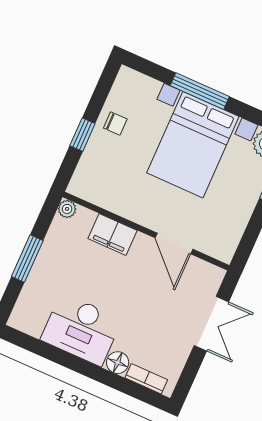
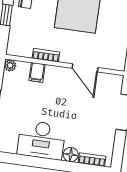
bookcase: (123, 209) -> (46, 55), added
filing cabinet: (113, 234) -> (37, 72), width x0.50

